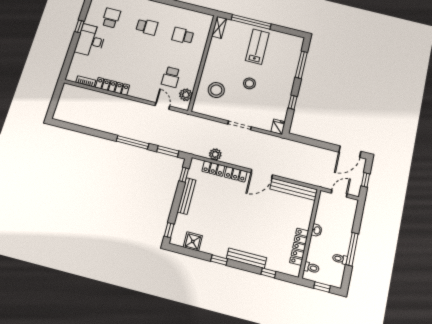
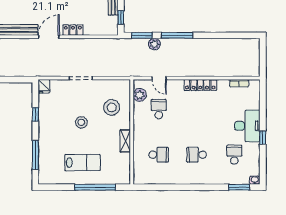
school desk: (111, 18) -> (234, 155), turned 180
shelving: (219, 27) -> (125, 141), moved
lab bench: (257, 47) -> (83, 163), turned -90
locker: (112, 86) -> (200, 85), moved
plant: (215, 154) -> (154, 44), moved
locker: (213, 169) -> (95, 30), removed

